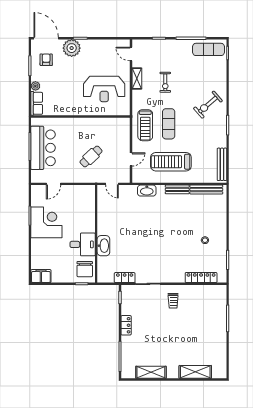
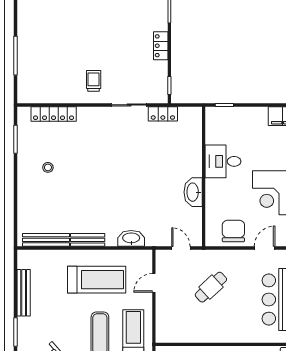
bench: (222, 164) -> (24, 293), moved
washbasin: (103, 246) -> (193, 192), moved
chair: (85, 269) -> (233, 231), moved

